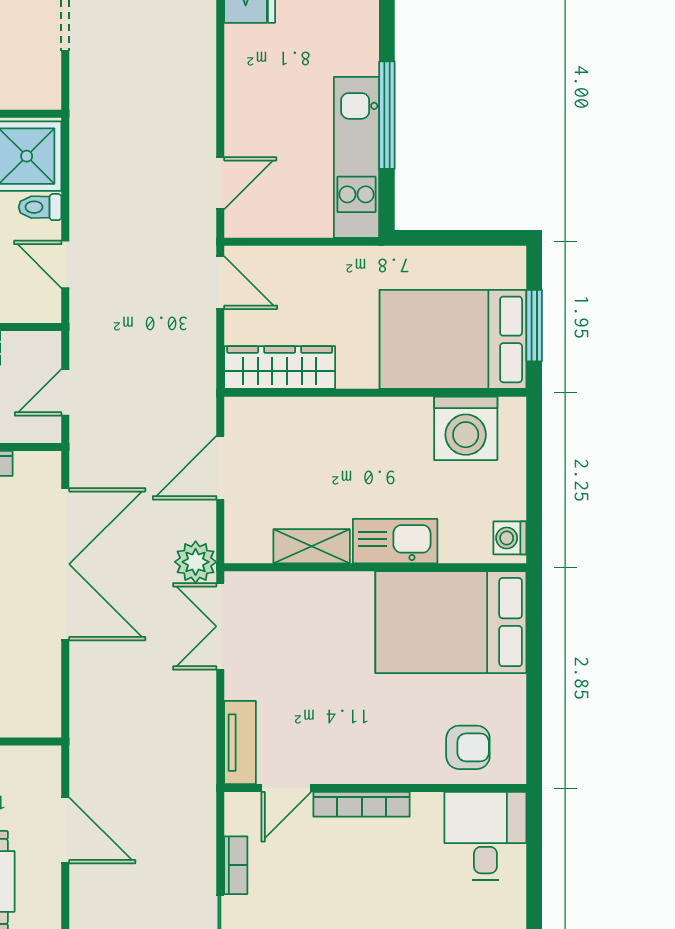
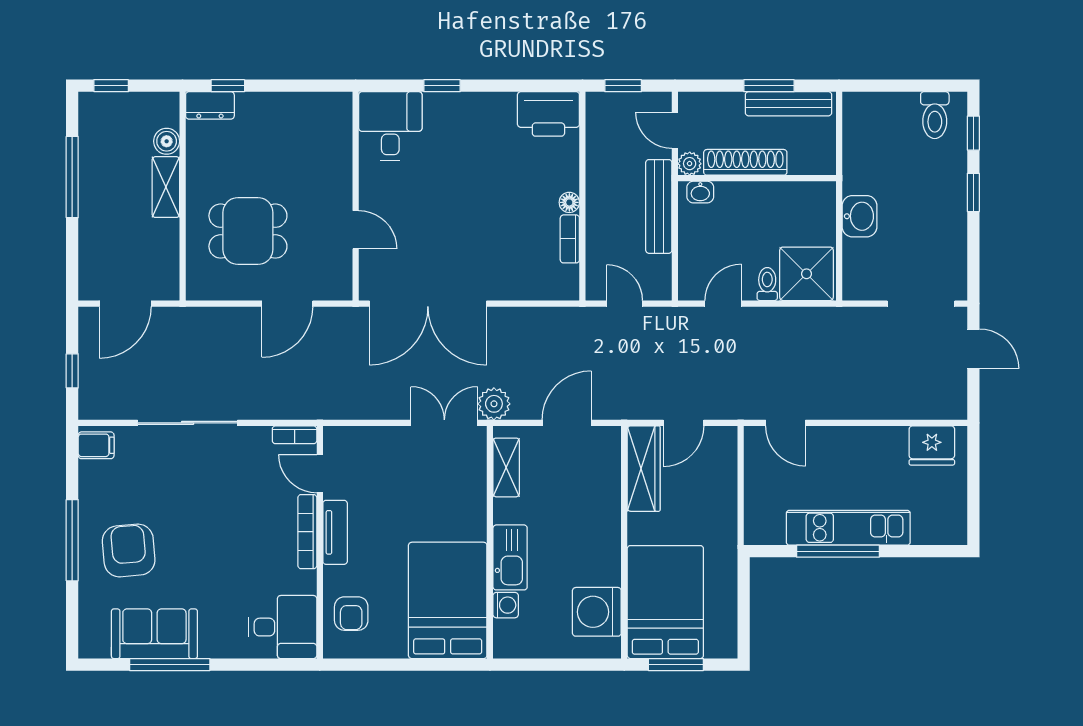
kitchen unit: (357, 157) -> (848, 528), moved
door: (220, 283) -> (683, 423), moved
door: (220, 468) -> (567, 423), hinge flipped
washing machine: (510, 538) -> (506, 605), moved, turned 90
shelving: (312, 546) -> (506, 467), moved
double door: (65, 564) -> (428, 304), moved
tv unit: (240, 743) -> (335, 532), moved, turned -90
bookcase: (236, 865) -> (295, 435), moved

